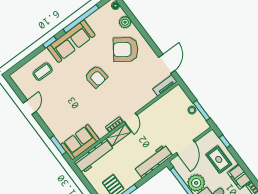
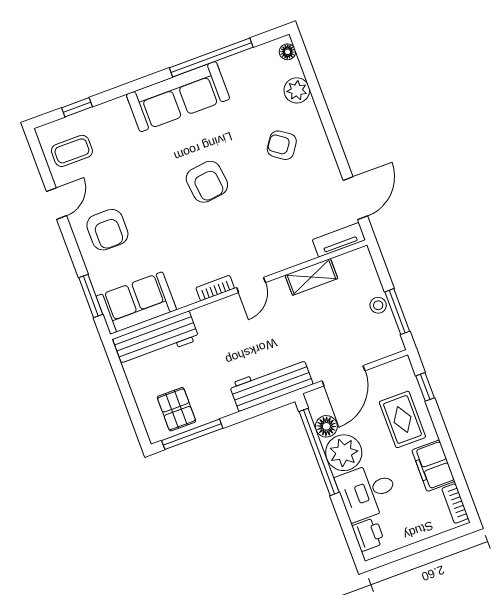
window: (50, 42) -> (77, 107), moved
armchair: (126, 50) -> (282, 145), width x0.53, depth x0.53
coffee table: (43, 72) -> (72, 151), moved
armchair: (57, 112) -> (107, 230), added
shelving: (119, 135) -> (311, 277), moved
floor lamp: (185, 173) -> (326, 426), added

